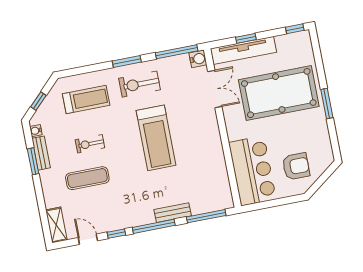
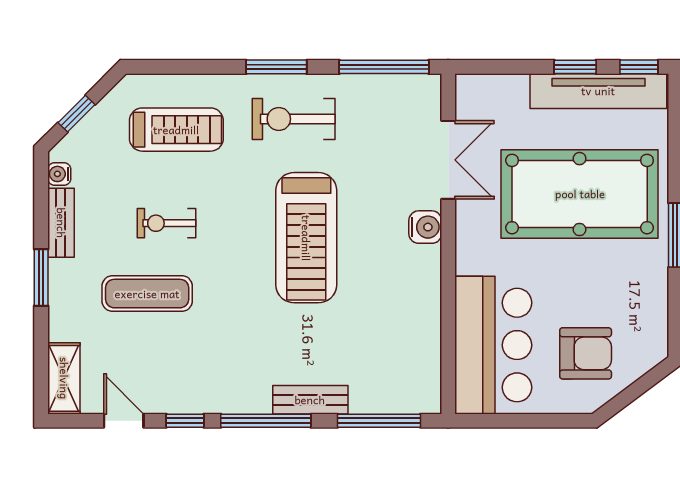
window: (246, 38) -> (575, 67), moved
tv unit: (243, 50) -> (598, 91), moved
water cooler: (198, 59) -> (425, 227), moved
window: (33, 161) -> (41, 277), moved

